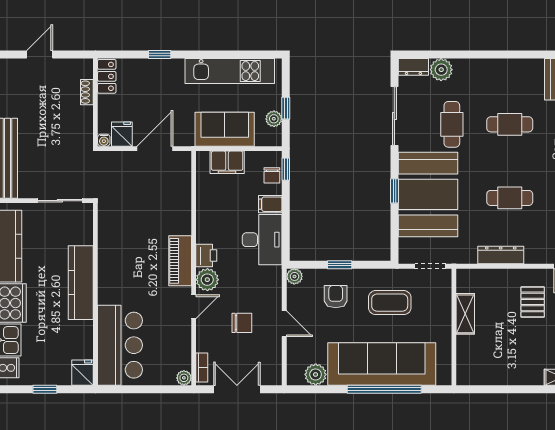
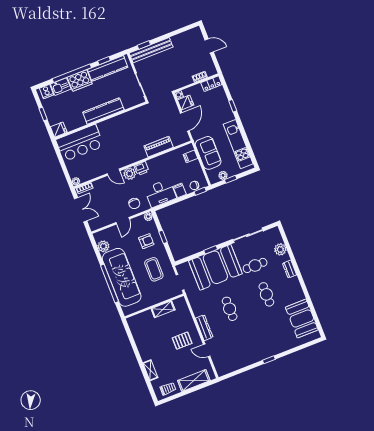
dresser: (413, 67) -> (290, 269), moved
door: (155, 149) -> (185, 122), hinge flipped
filing cabinet: (227, 162) -> (190, 156), width x0.50
dresser: (501, 255) -> (204, 328), moved
piano: (180, 261) -> (159, 147), moved
chair: (242, 323) -> (134, 203), moved

